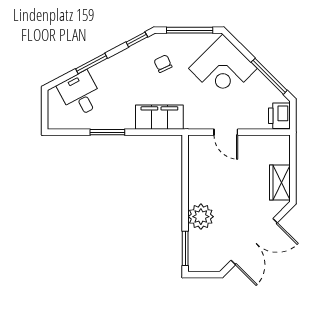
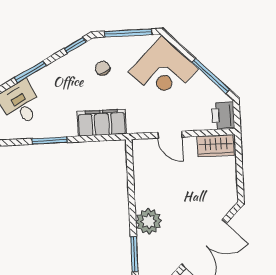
wardrobe: (280, 182) -> (216, 146), moved, turned -90

